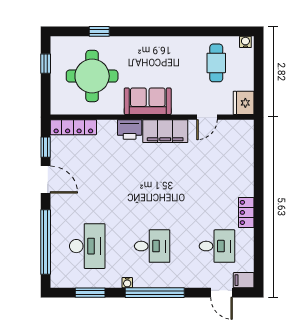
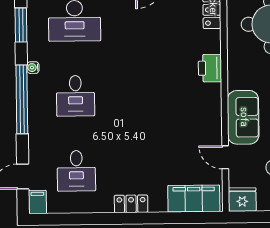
sofa: (148, 101) -> (243, 117), moved
filing cabinet: (165, 131) -> (194, 199), moved, turned 90
locker: (246, 212) -> (131, 204), moved

